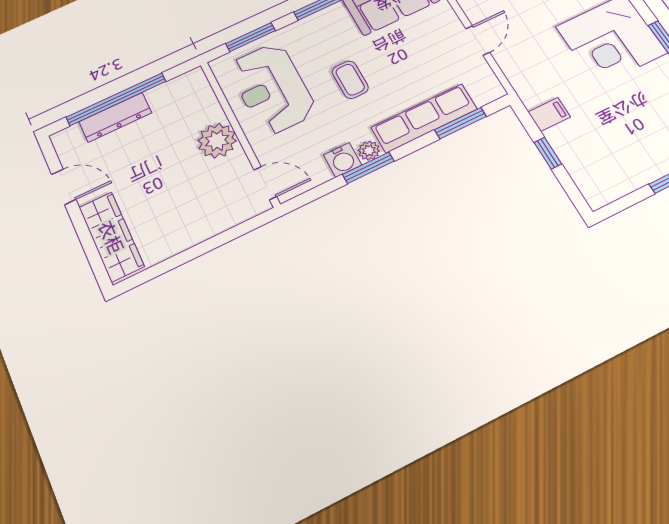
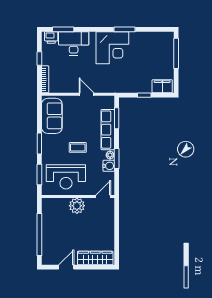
filing cabinet: (549, 115) -> (162, 86), moved, width x2.00
dresser: (115, 117) -> (47, 238), removed

